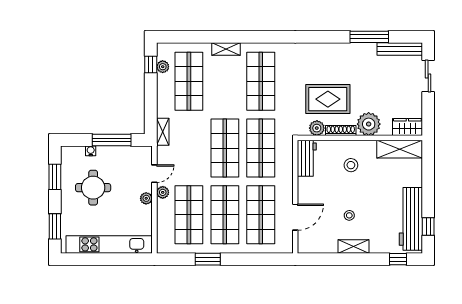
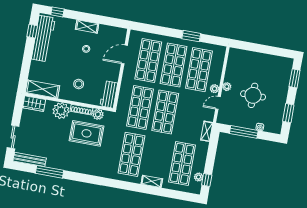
round table: (93, 188) -> (253, 95), moved
kitchen unit: (109, 244) -> (259, 59), removed

